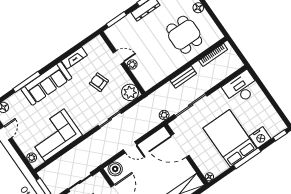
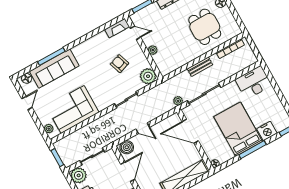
door: (119, 57) -> (135, 33), moved
fireplace: (74, 58) -> (117, 28), moved
sofa: (46, 83) -> (54, 69), moved

